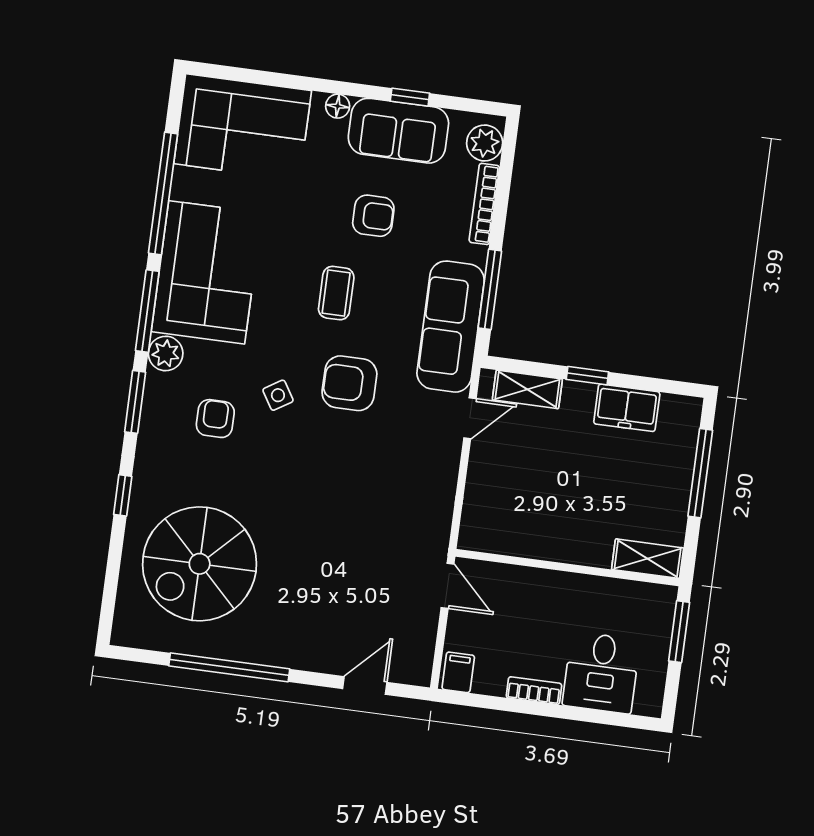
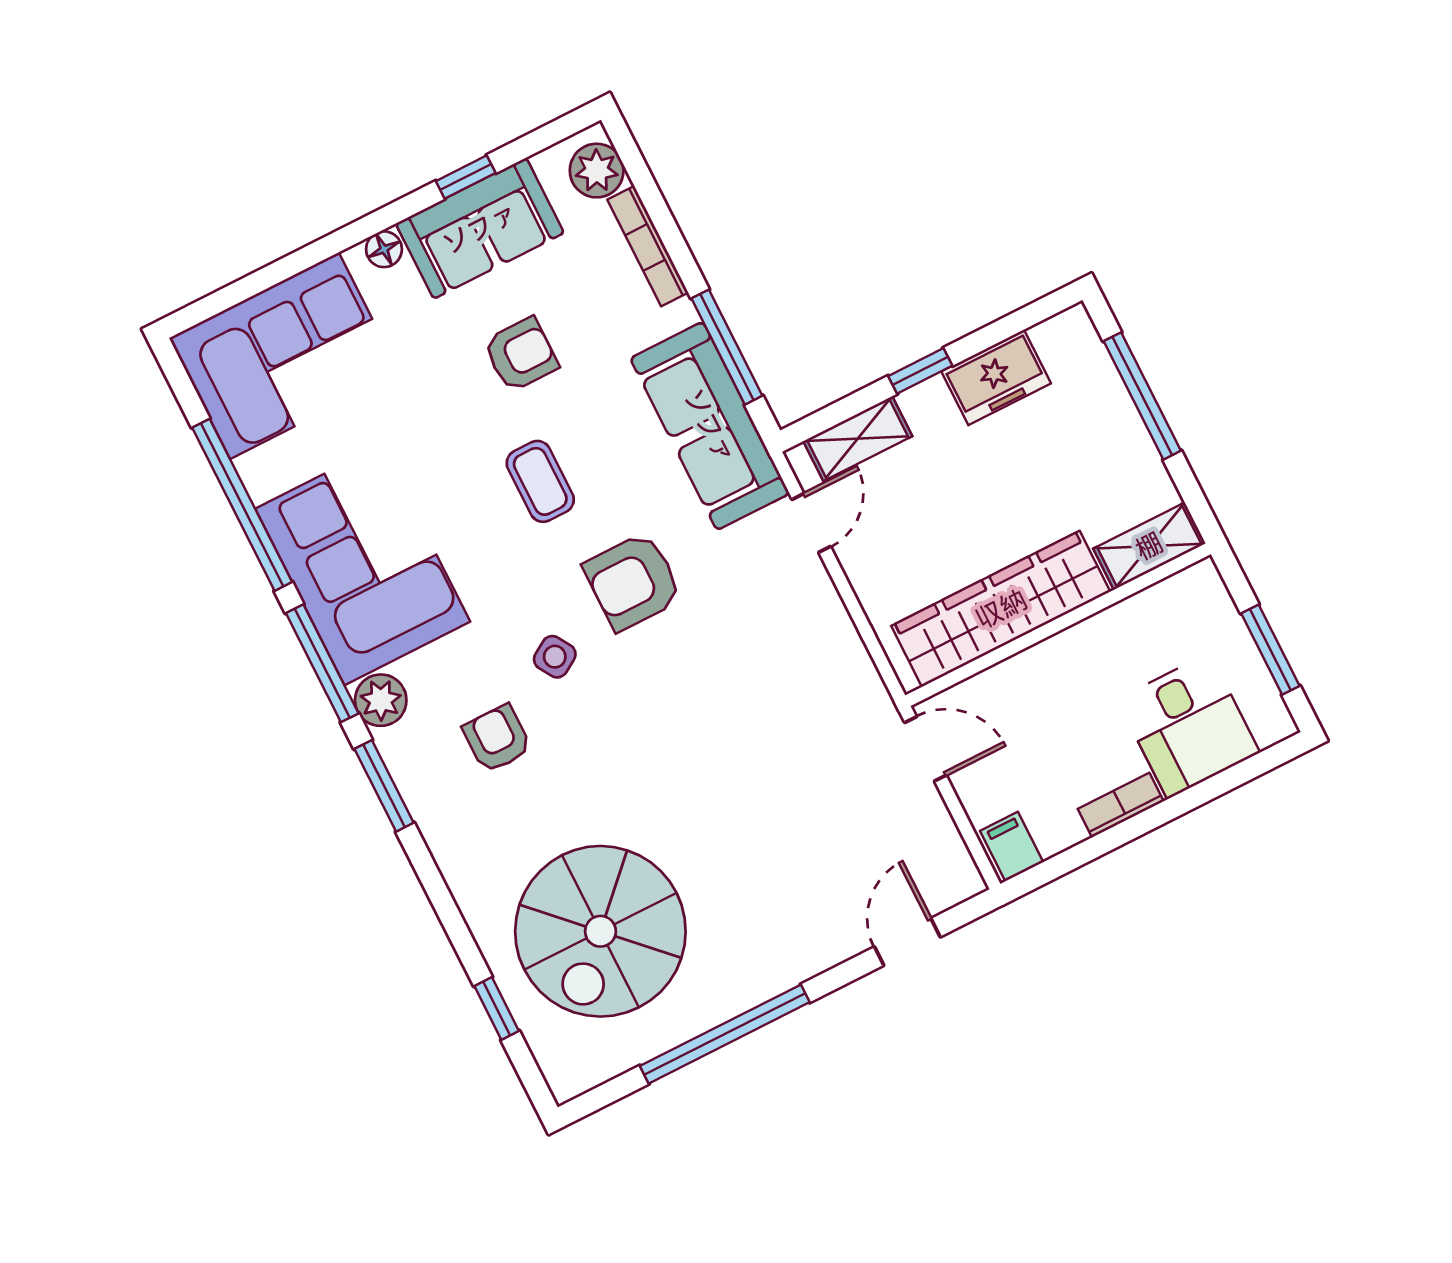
window: (123, 495) -> (497, 1008), moved
wardrobe: (542, 537) -> (1001, 609), added
window: (679, 632) -> (1270, 650), moved

